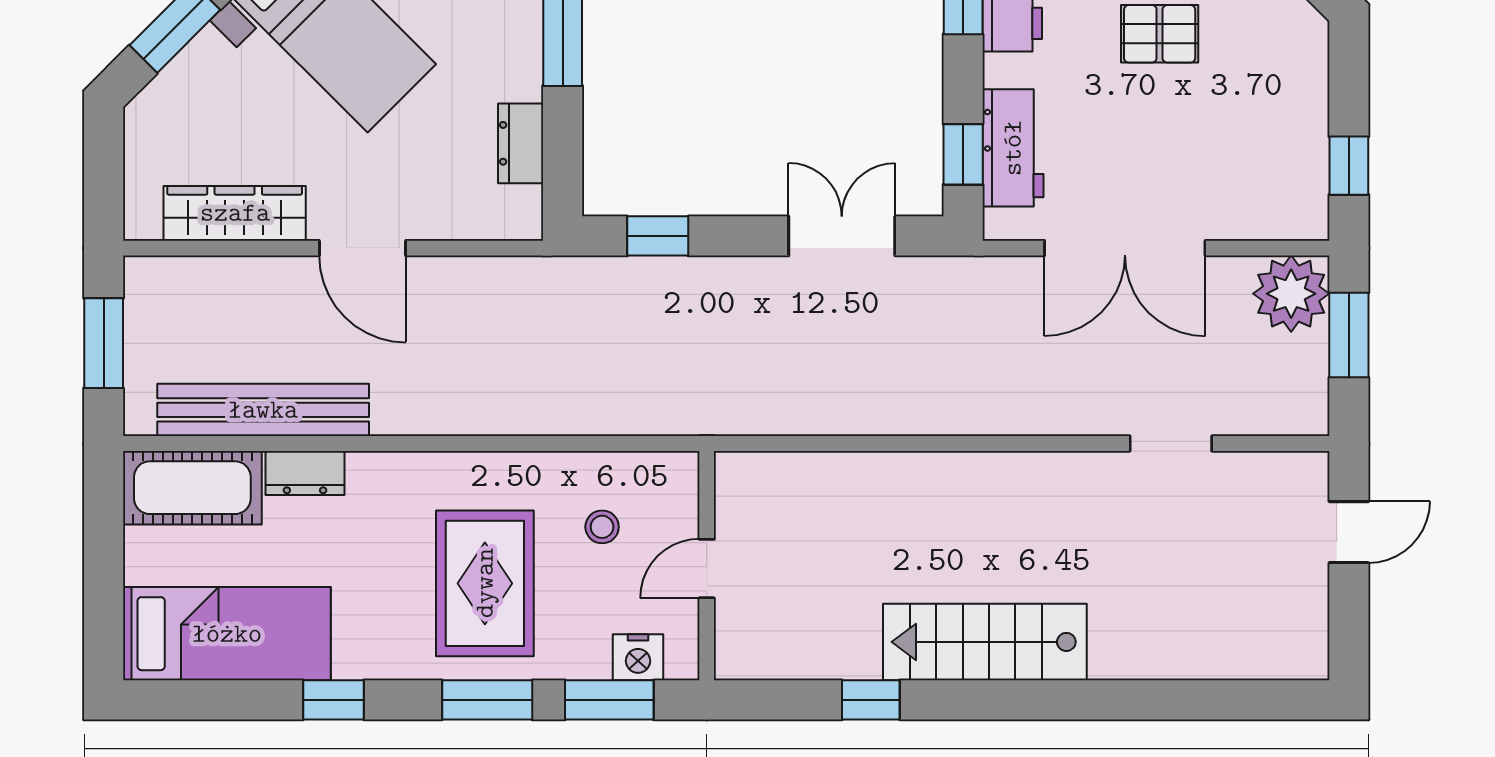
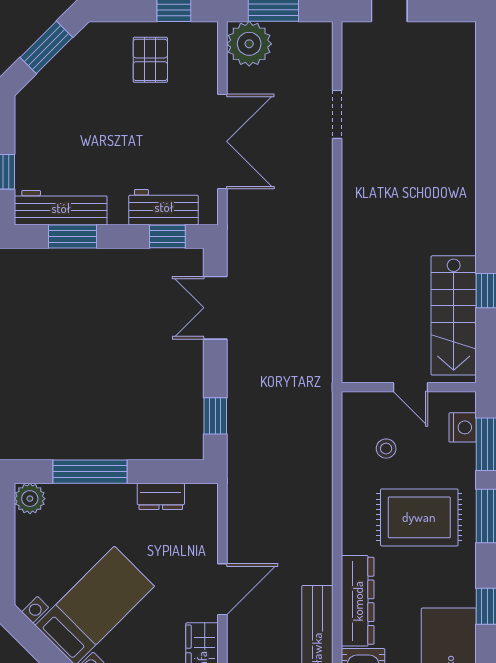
pallet: (1160, 34) -> (150, 60), moved
dresser: (305, 473) -> (358, 601), width x1.96, depth x1.24
stairs: (985, 642) -> (454, 315), moved

